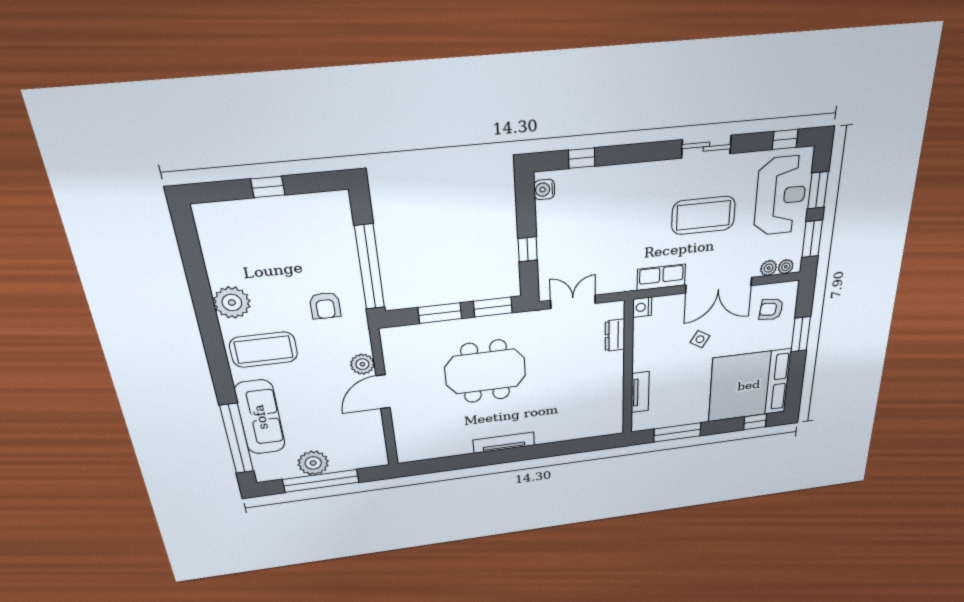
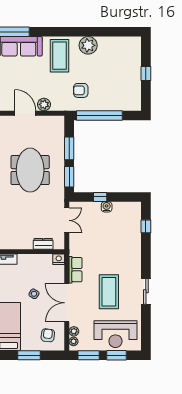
window: (785, 139) -> (146, 334), removed
water cooler: (544, 189) -> (107, 207), moved

